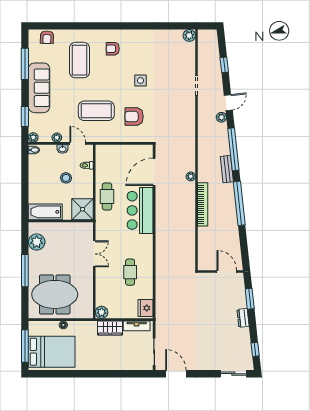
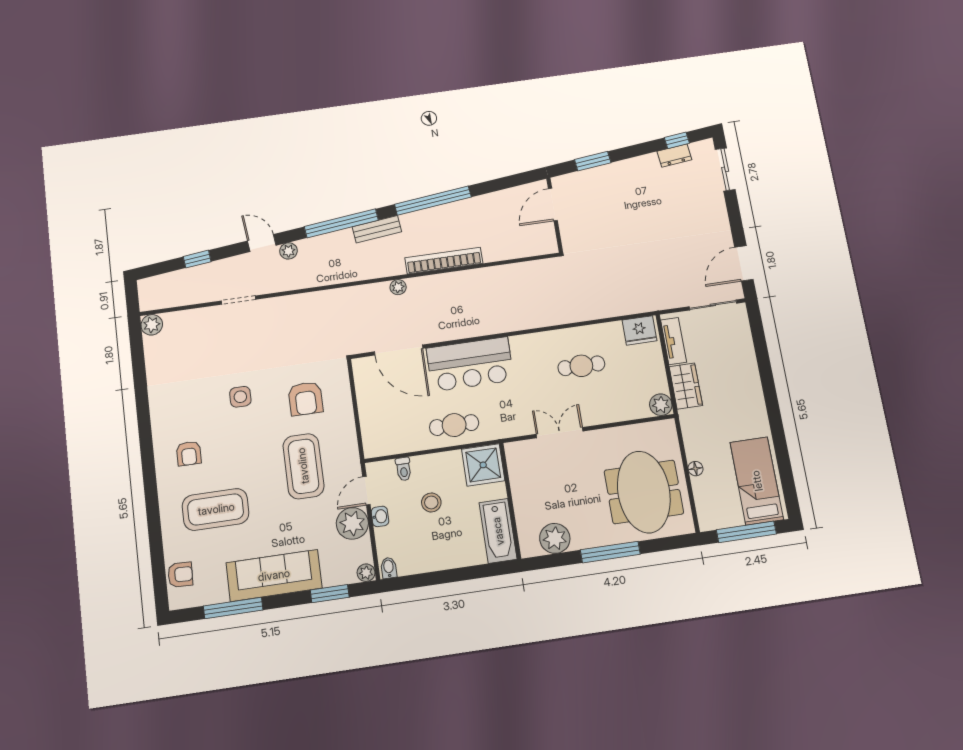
plant: (57, 138) -> (352, 523), width x1.88, depth x1.88
dresser: (243, 318) -> (674, 155), moved
bed: (52, 352) -> (757, 481), width x0.67

